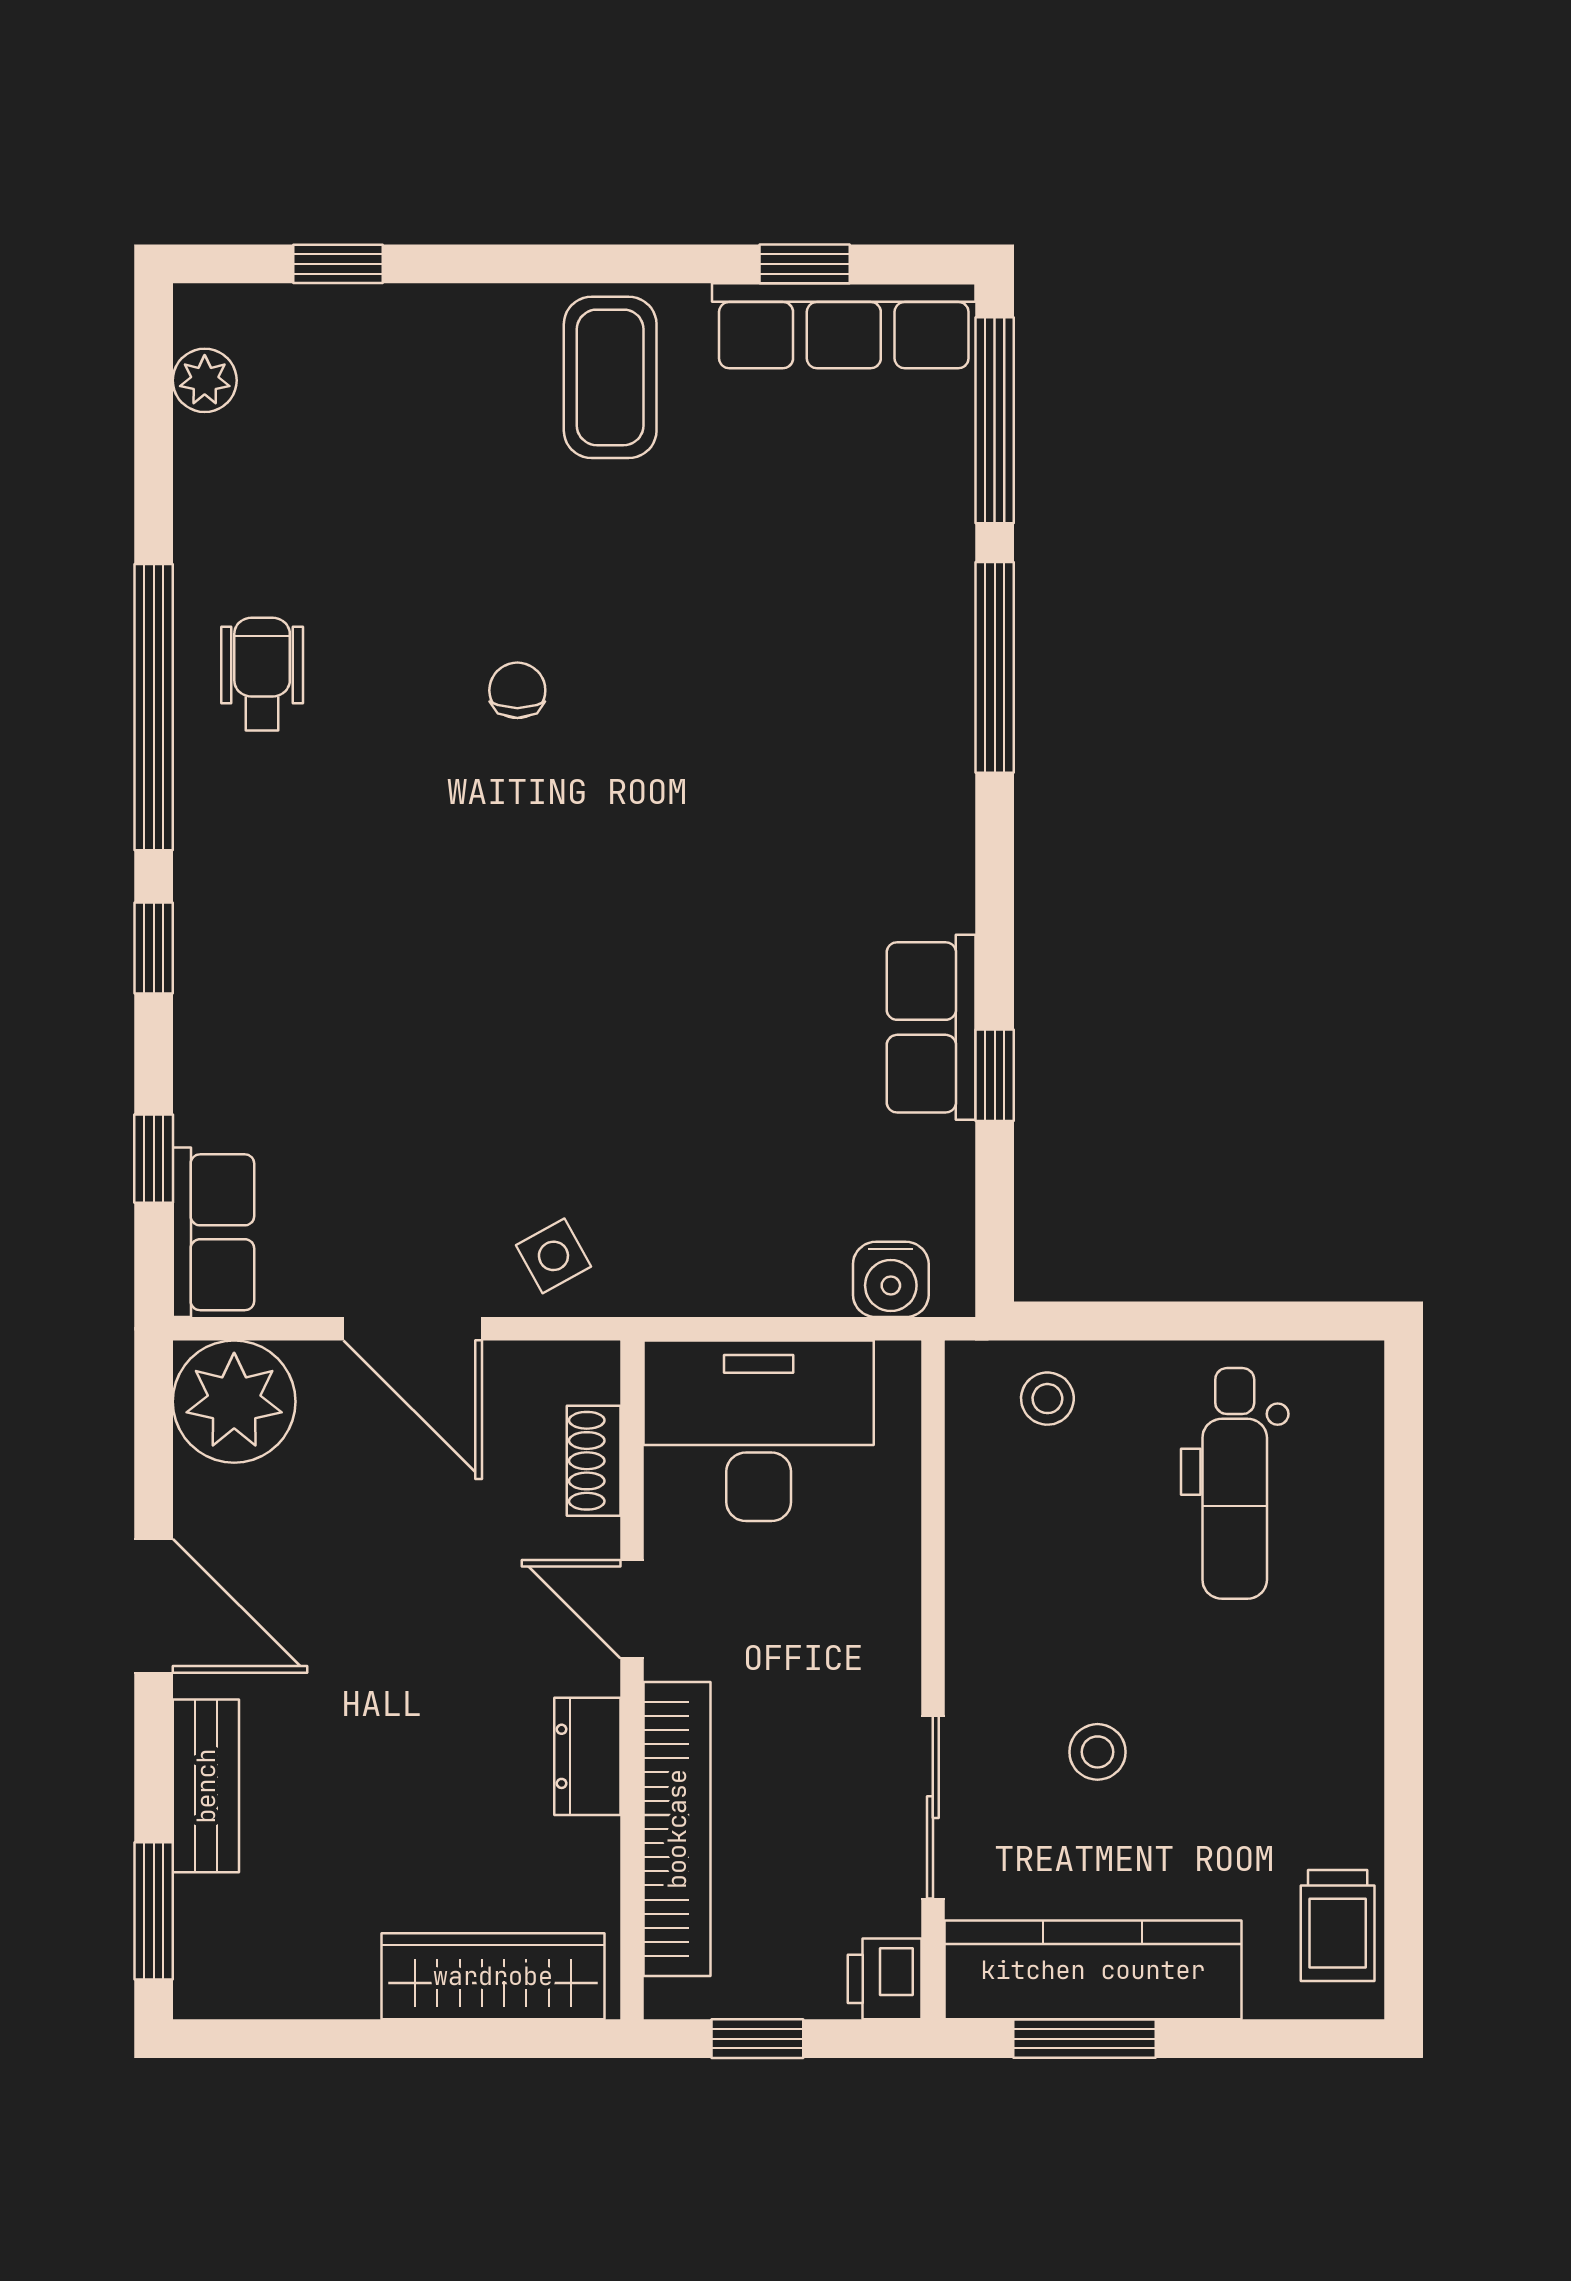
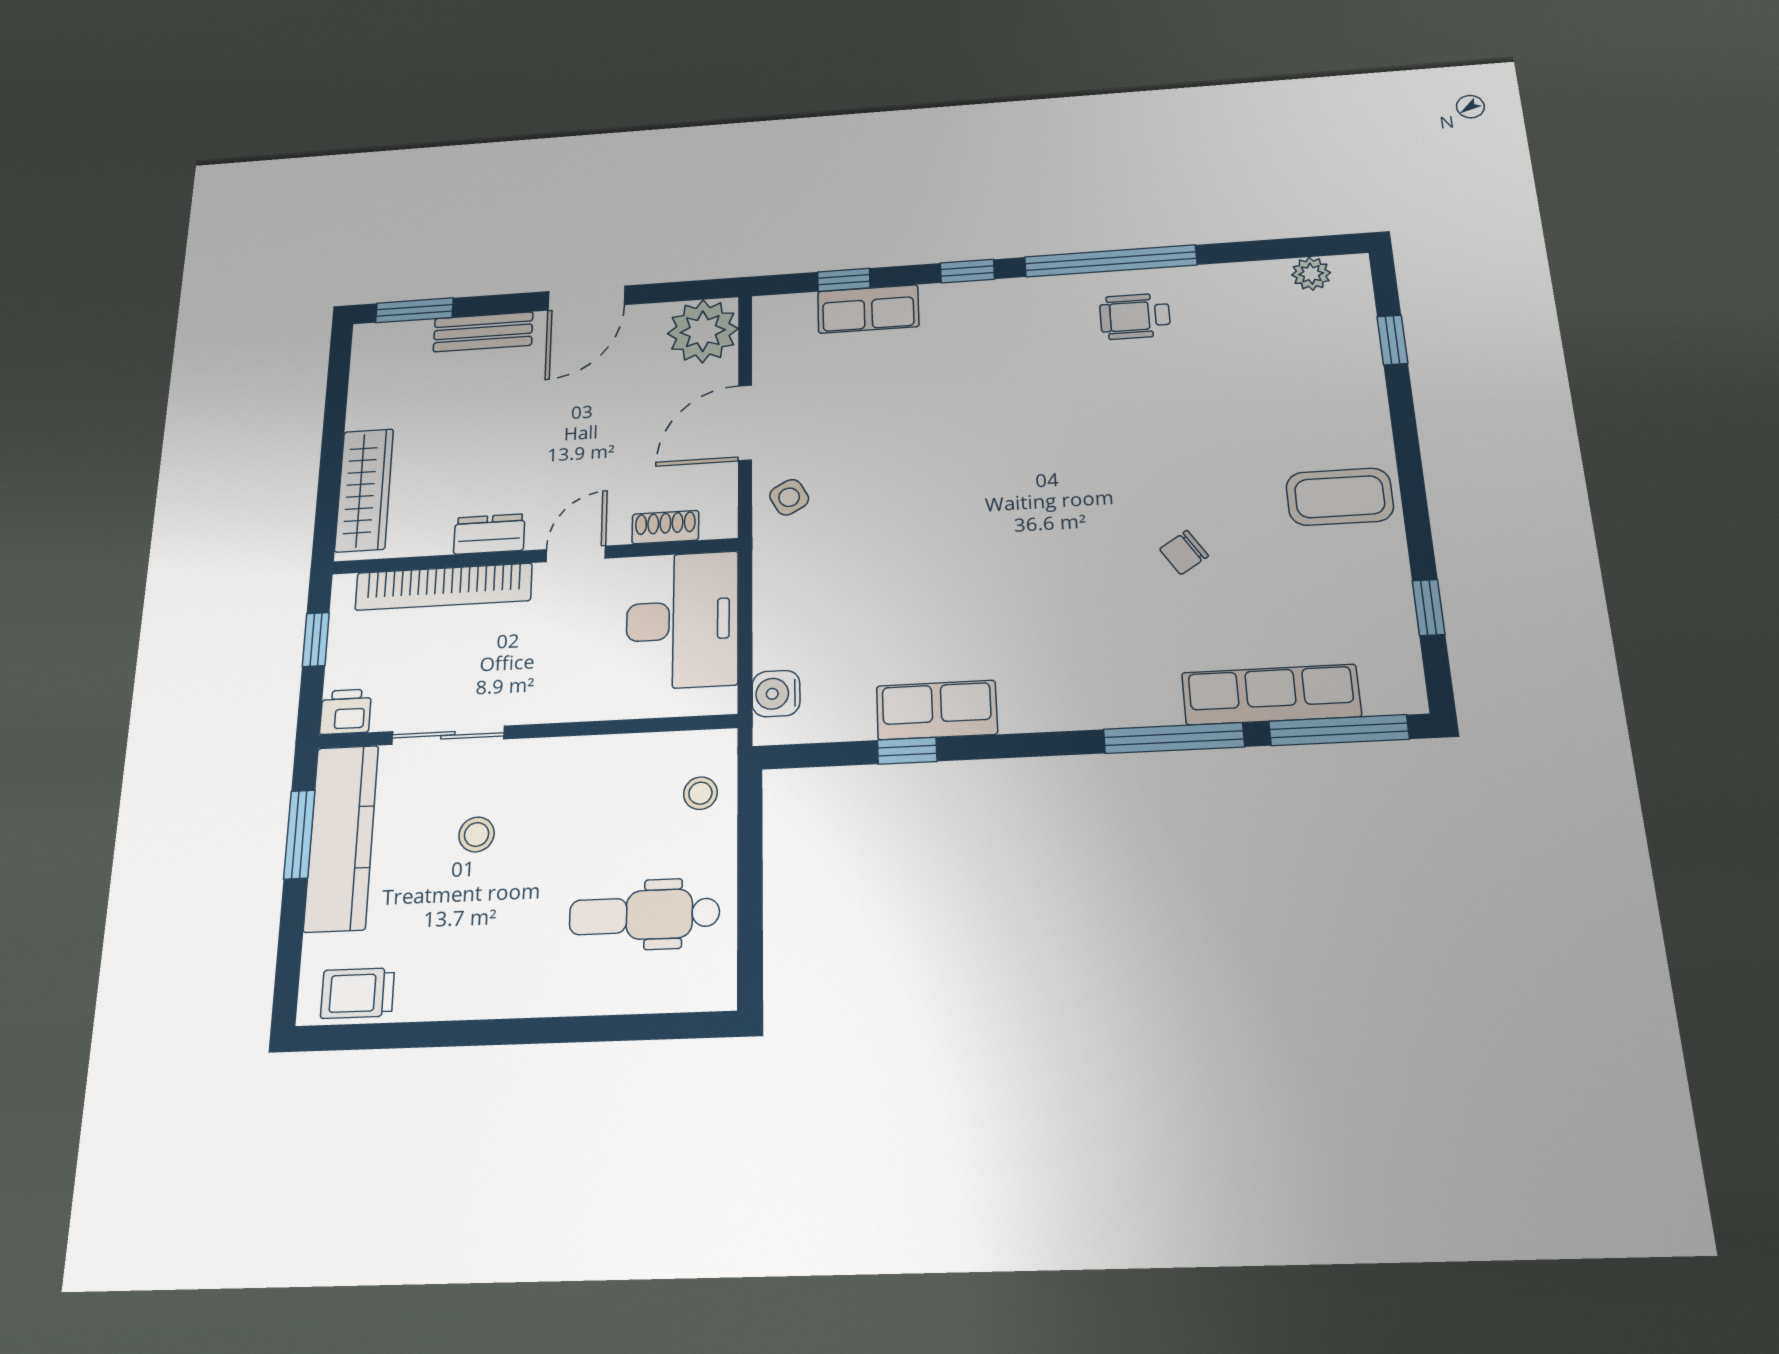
row of seats: (844, 326) -> (1271, 695), moved, turned 90
wheelchair: (262, 674) -> (1135, 316), turned 180
chair: (517, 690) -> (1184, 552), moved, turned 147
row of seats: (213, 1232) -> (868, 309), moved

